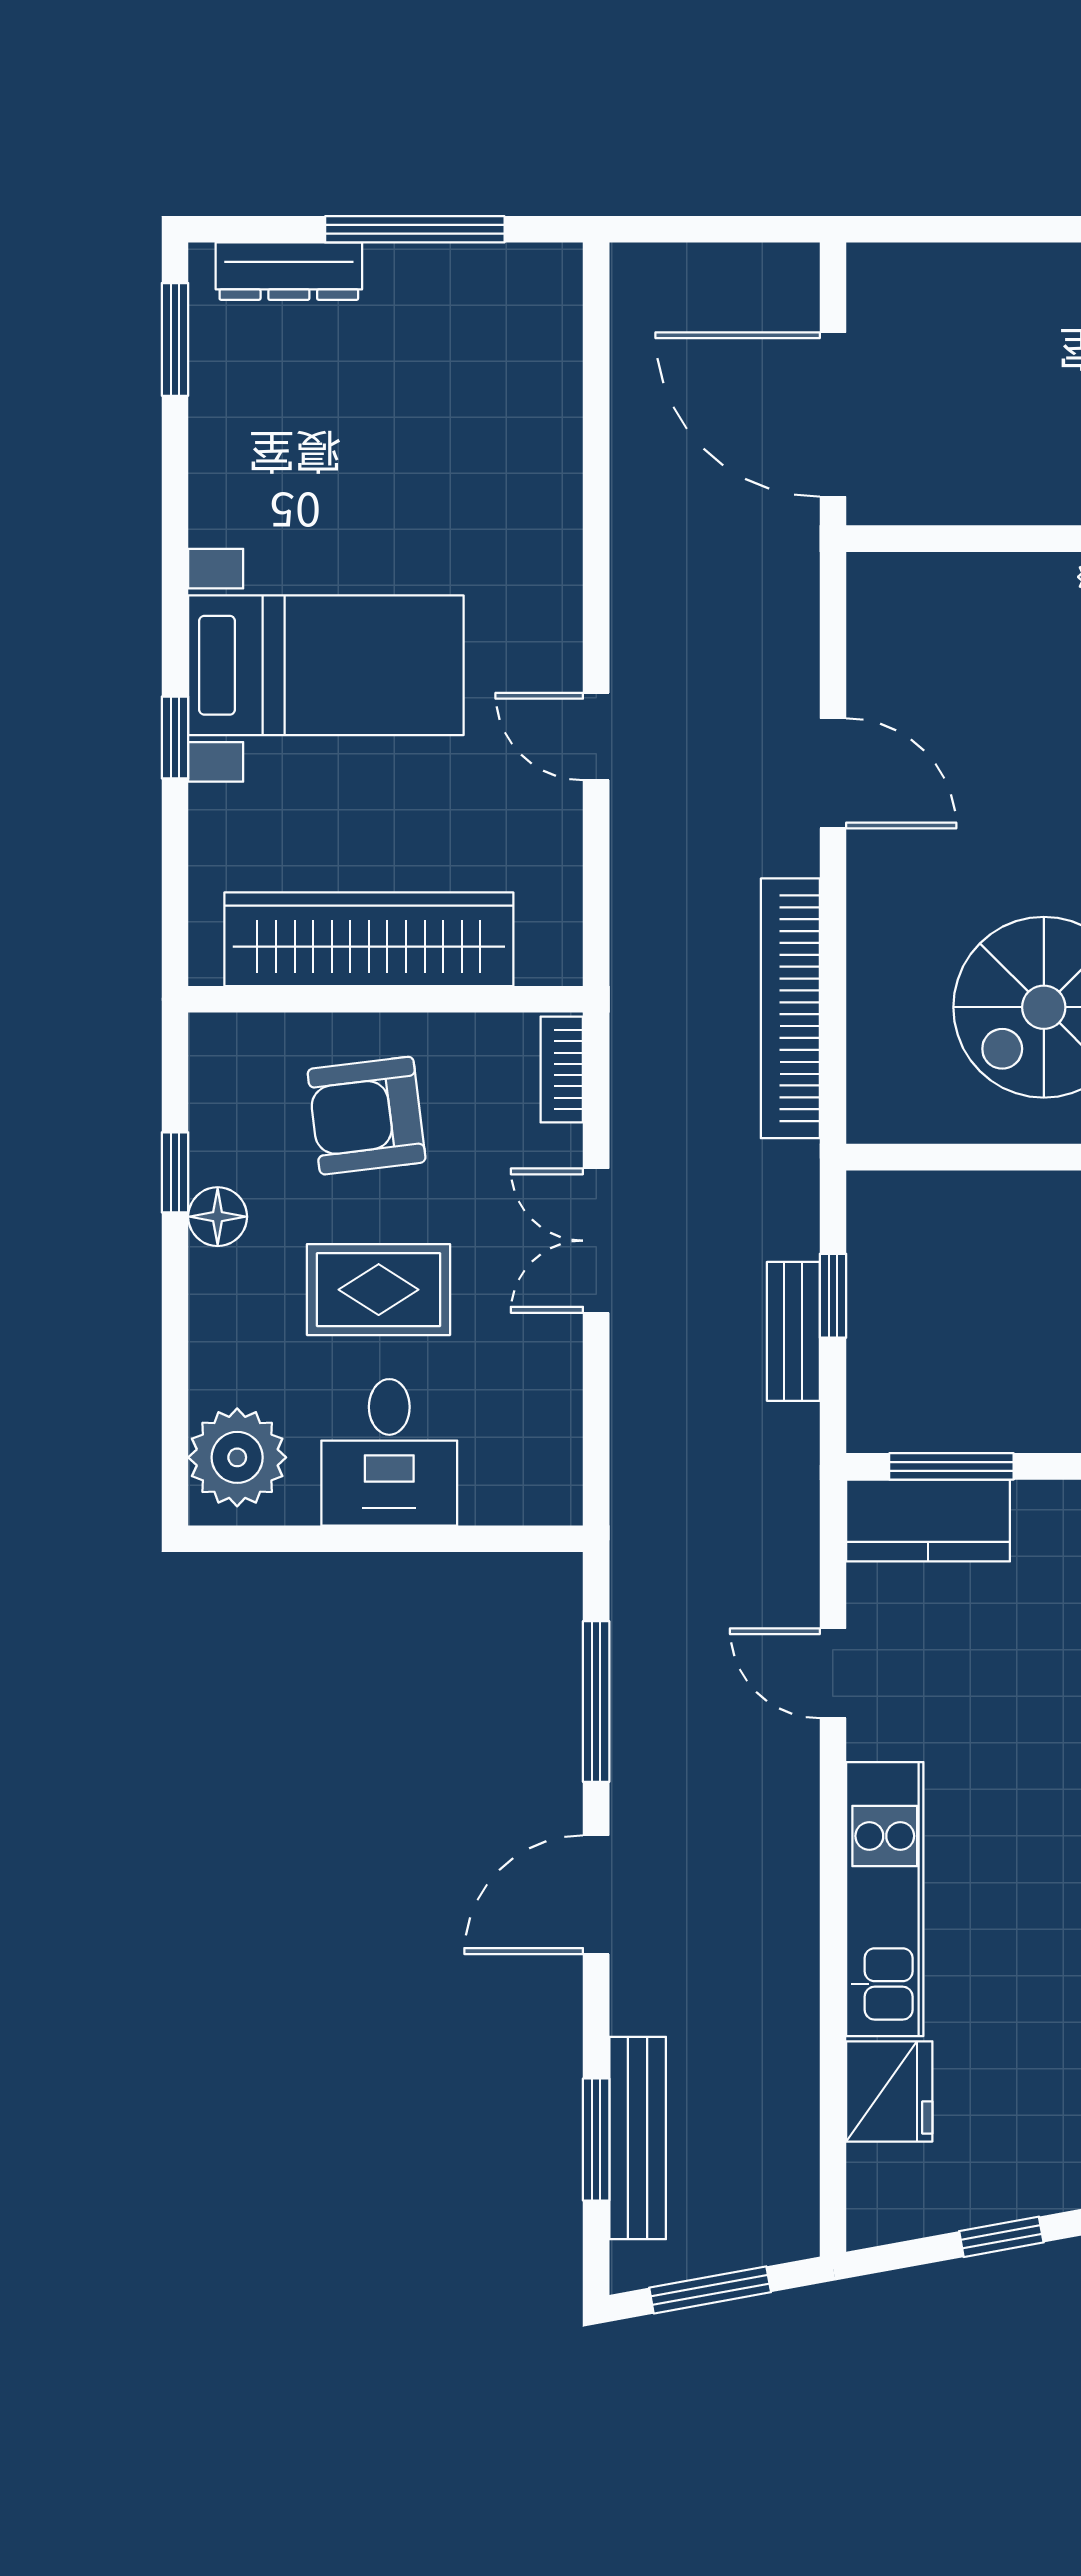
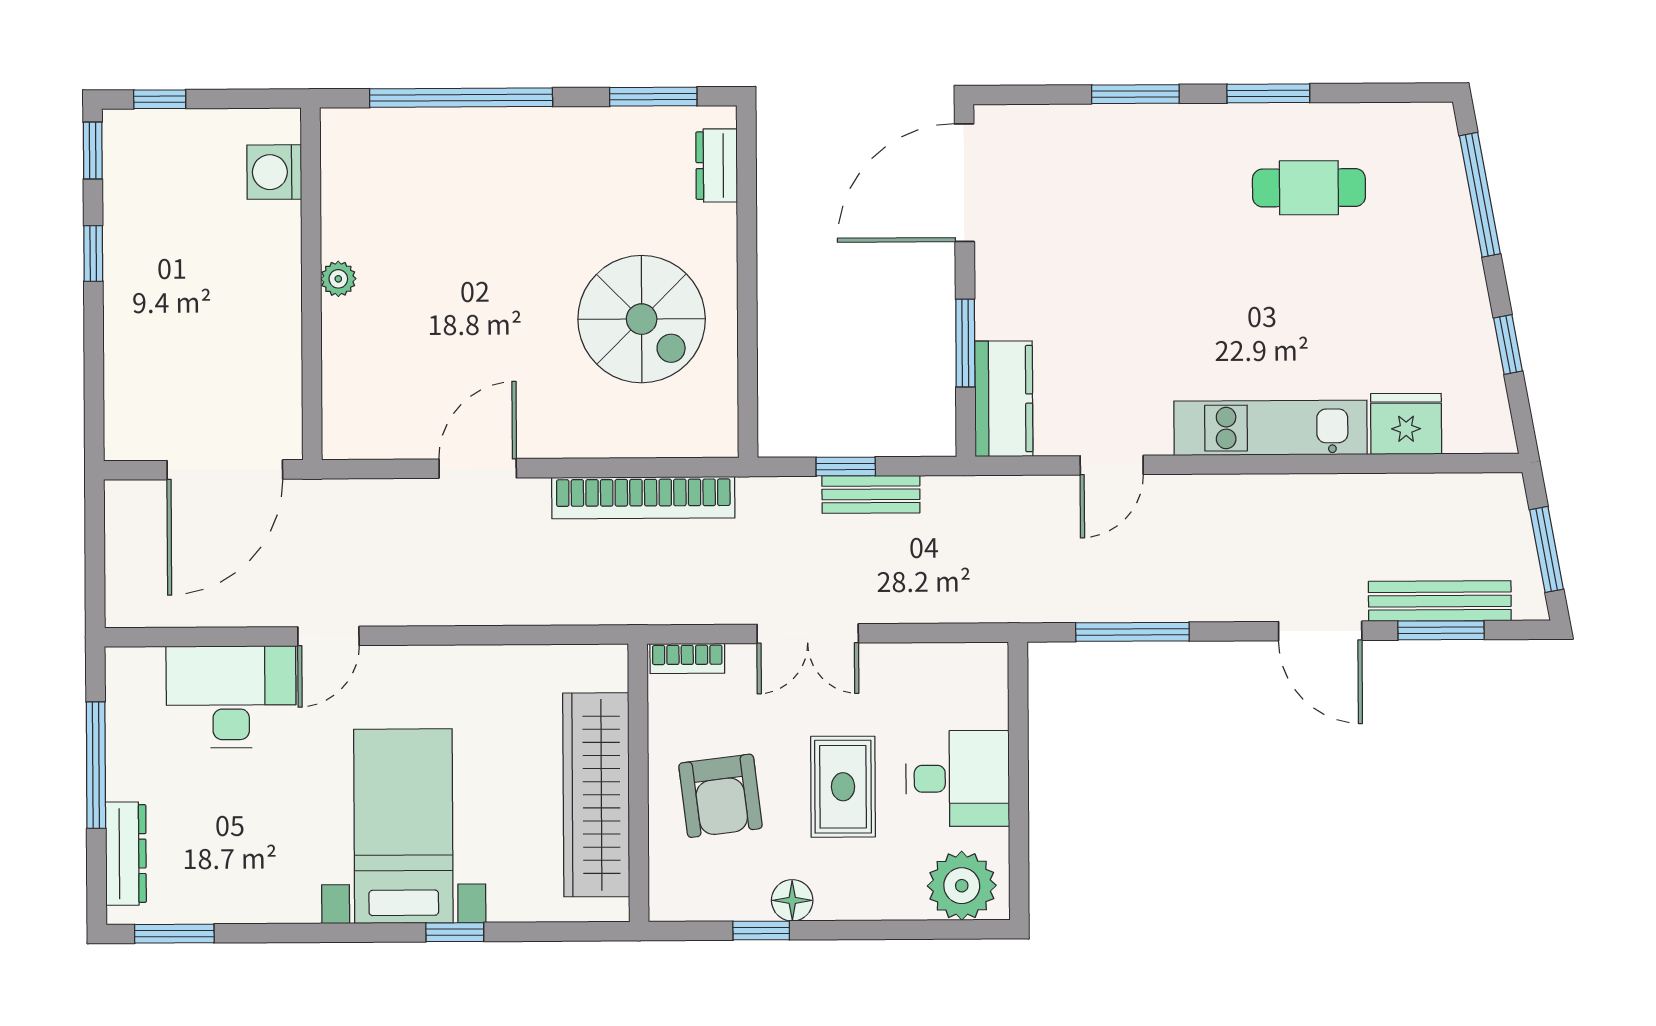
desk: (511, 422) -> (231, 697), added
door: (596, 736) -> (328, 636), moved
window: (951, 1466) -> (965, 343), moved
door: (596, 1895) -> (1320, 631), moved

